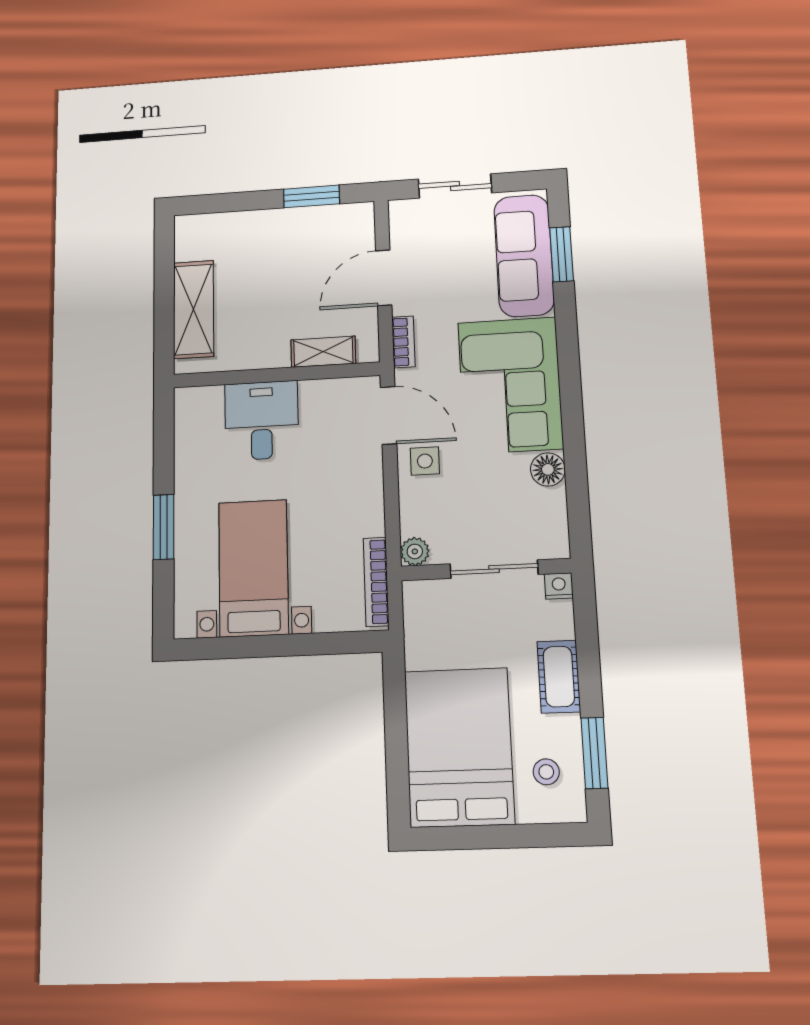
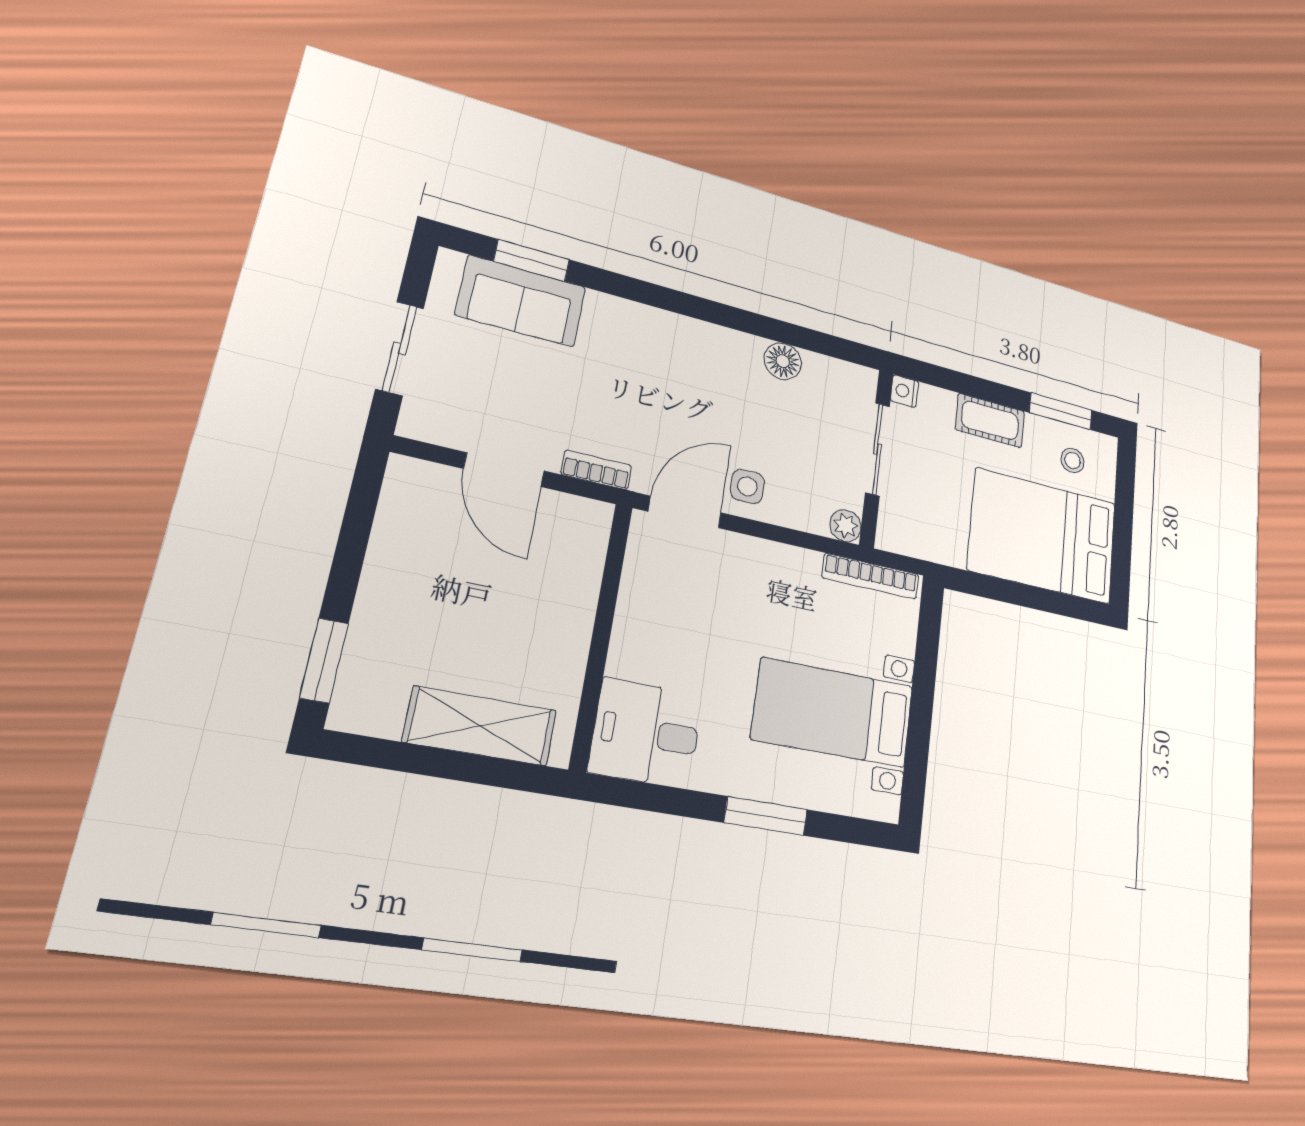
window: (312, 196) -> (324, 660), moved
sofa: (524, 255) -> (521, 301), width x0.73
shelving: (323, 352) -> (585, 569), removed
corner sofa: (510, 385) -> (679, 368), removed
desk: (262, 420) -> (646, 733), moved

